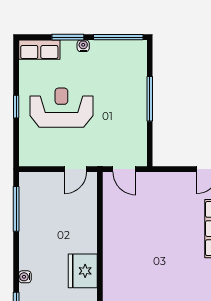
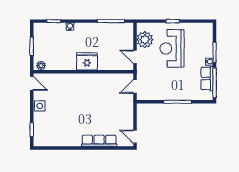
row of seats: (39, 50) -> (207, 78), moved
reception desk: (61, 108) -> (172, 48), turned 180
plant: (47, 153) -> (145, 40), added
fridge: (83, 271) -> (87, 61), moved

